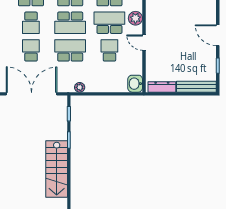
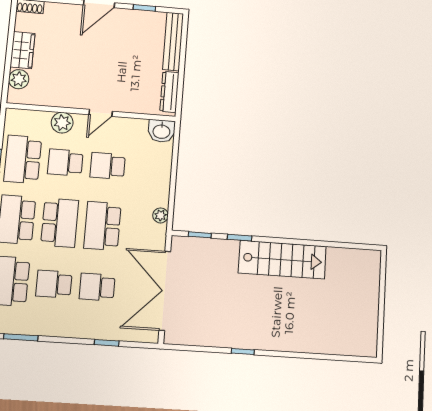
school desk: (31, 23) -> (54, 284), turned 180
school desk: (109, 23) -> (65, 163), width x0.54

